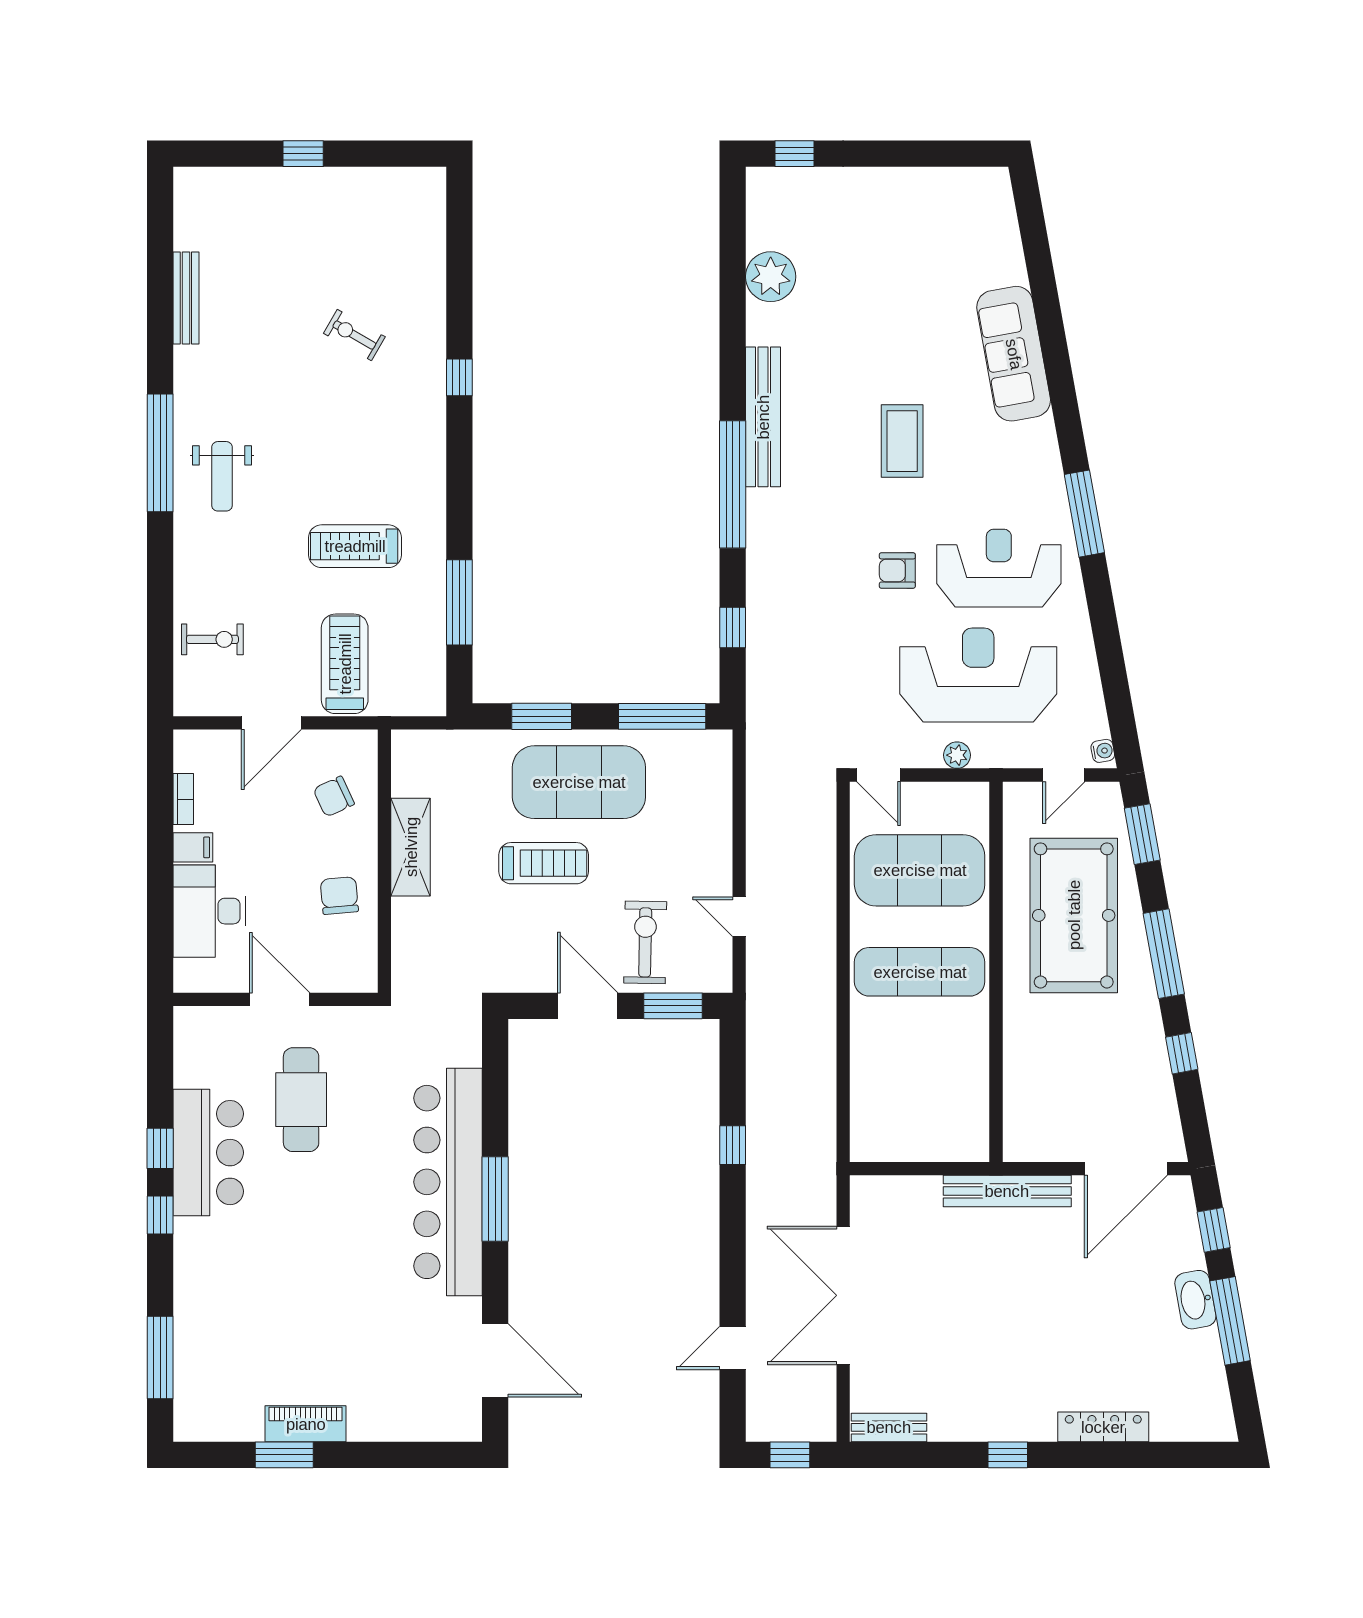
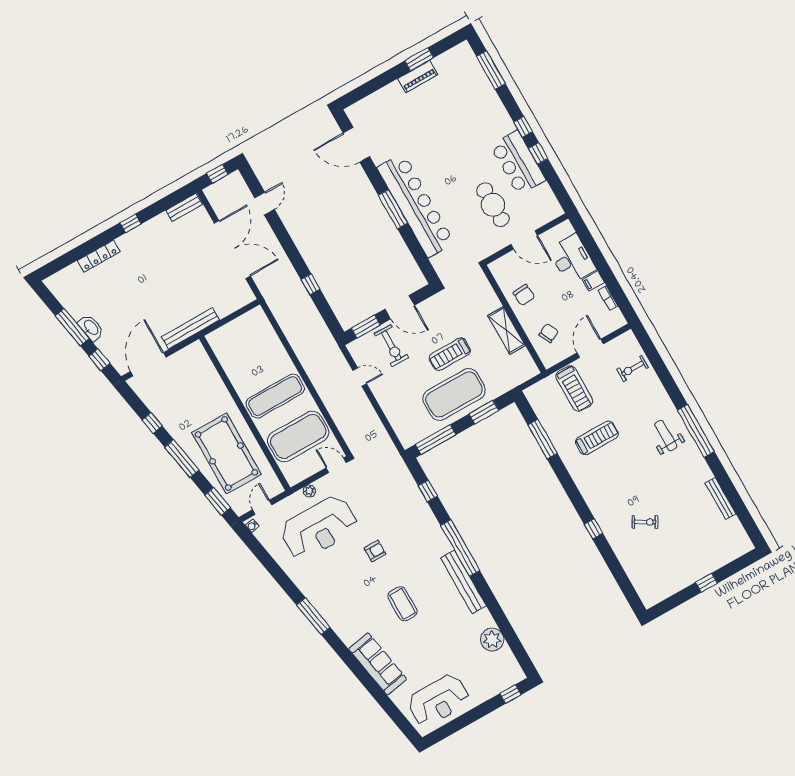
reception desk: (999, 568) -> (438, 700), moved

